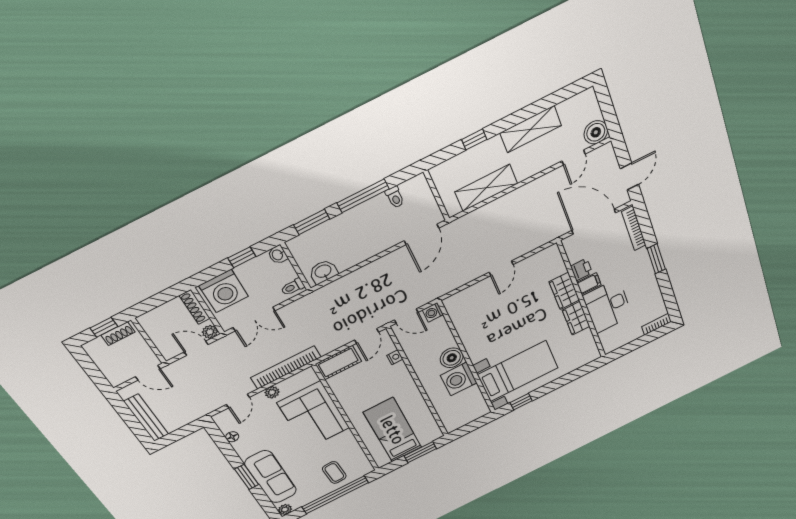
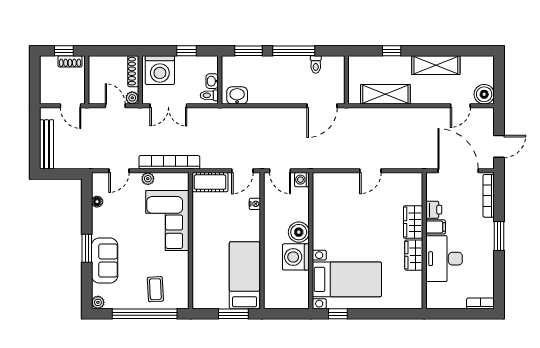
washbasin: (278, 255) -> (212, 81), moved
bed: (393, 430) -> (245, 275), moved
sofa: (271, 477) -> (105, 261), width x0.73

